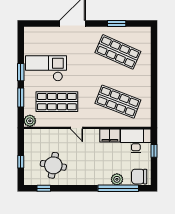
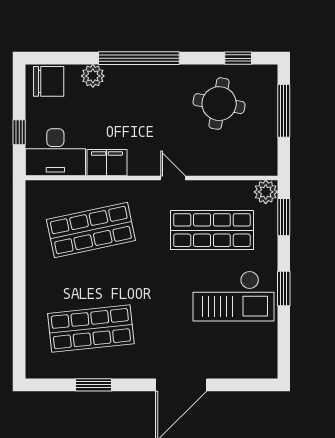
shop shelf: (118, 52) -> (91, 329), turned -30
window: (21, 98) -> (284, 217), moved
shop shelf: (118, 102) -> (91, 230), turned -33
window: (21, 162) -> (284, 111), width x2.17
window: (118, 188) -> (139, 58), moved

